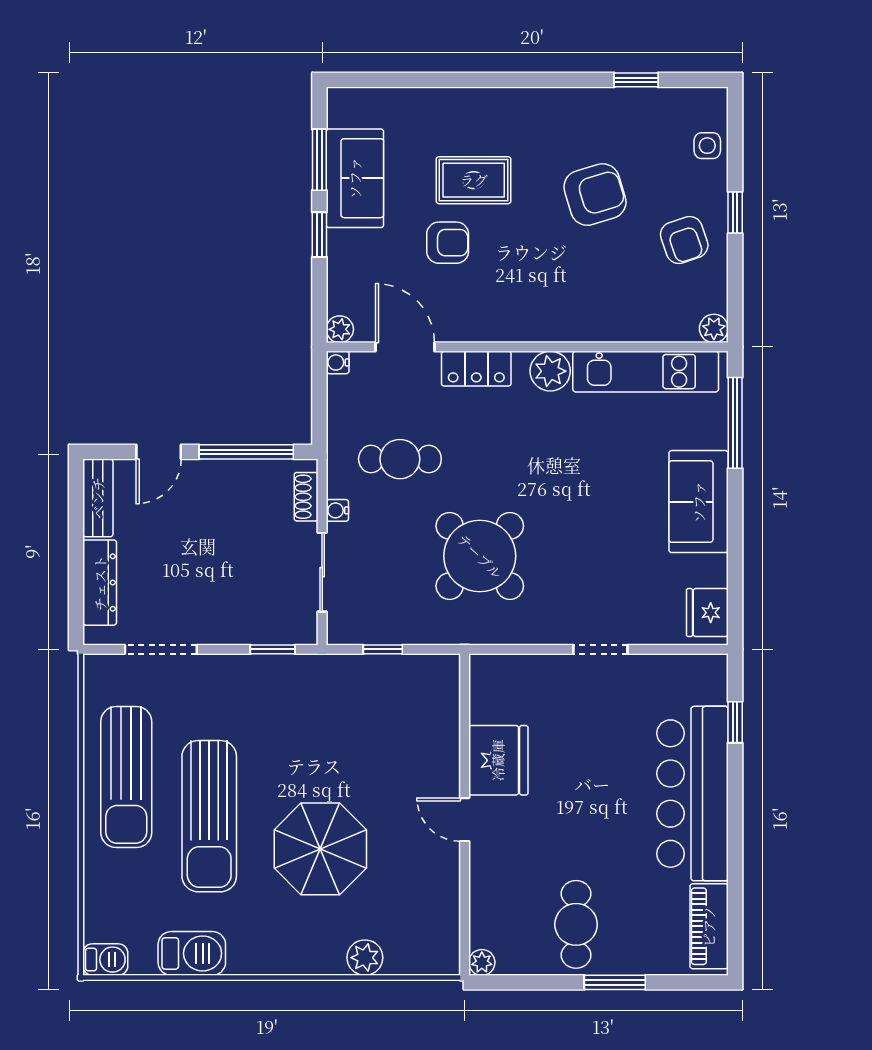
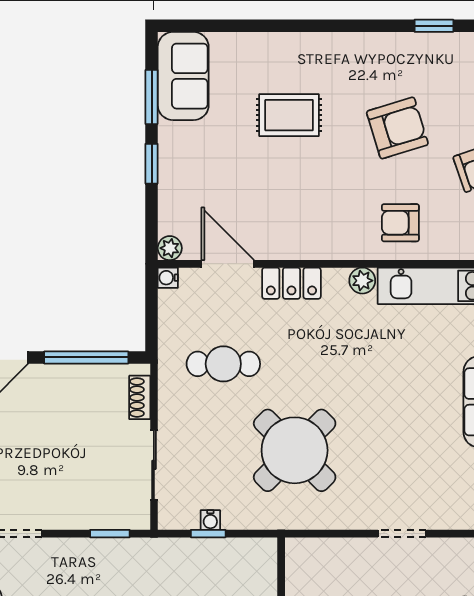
sofa: (355, 178) -> (183, 76), moved
armchair: (448, 243) -> (400, 223), moved, turned 180
plant: (550, 371) -> (362, 281), width x0.73, depth x0.73
water cooler: (337, 510) -> (210, 520), moved, turned -90

